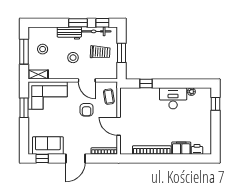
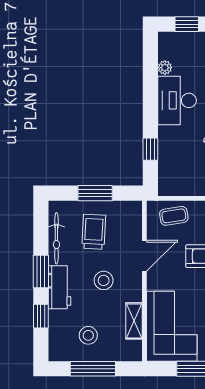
window: (102, 23) -> (41, 316), moved
shelving: (38, 74) -> (134, 321), moved

